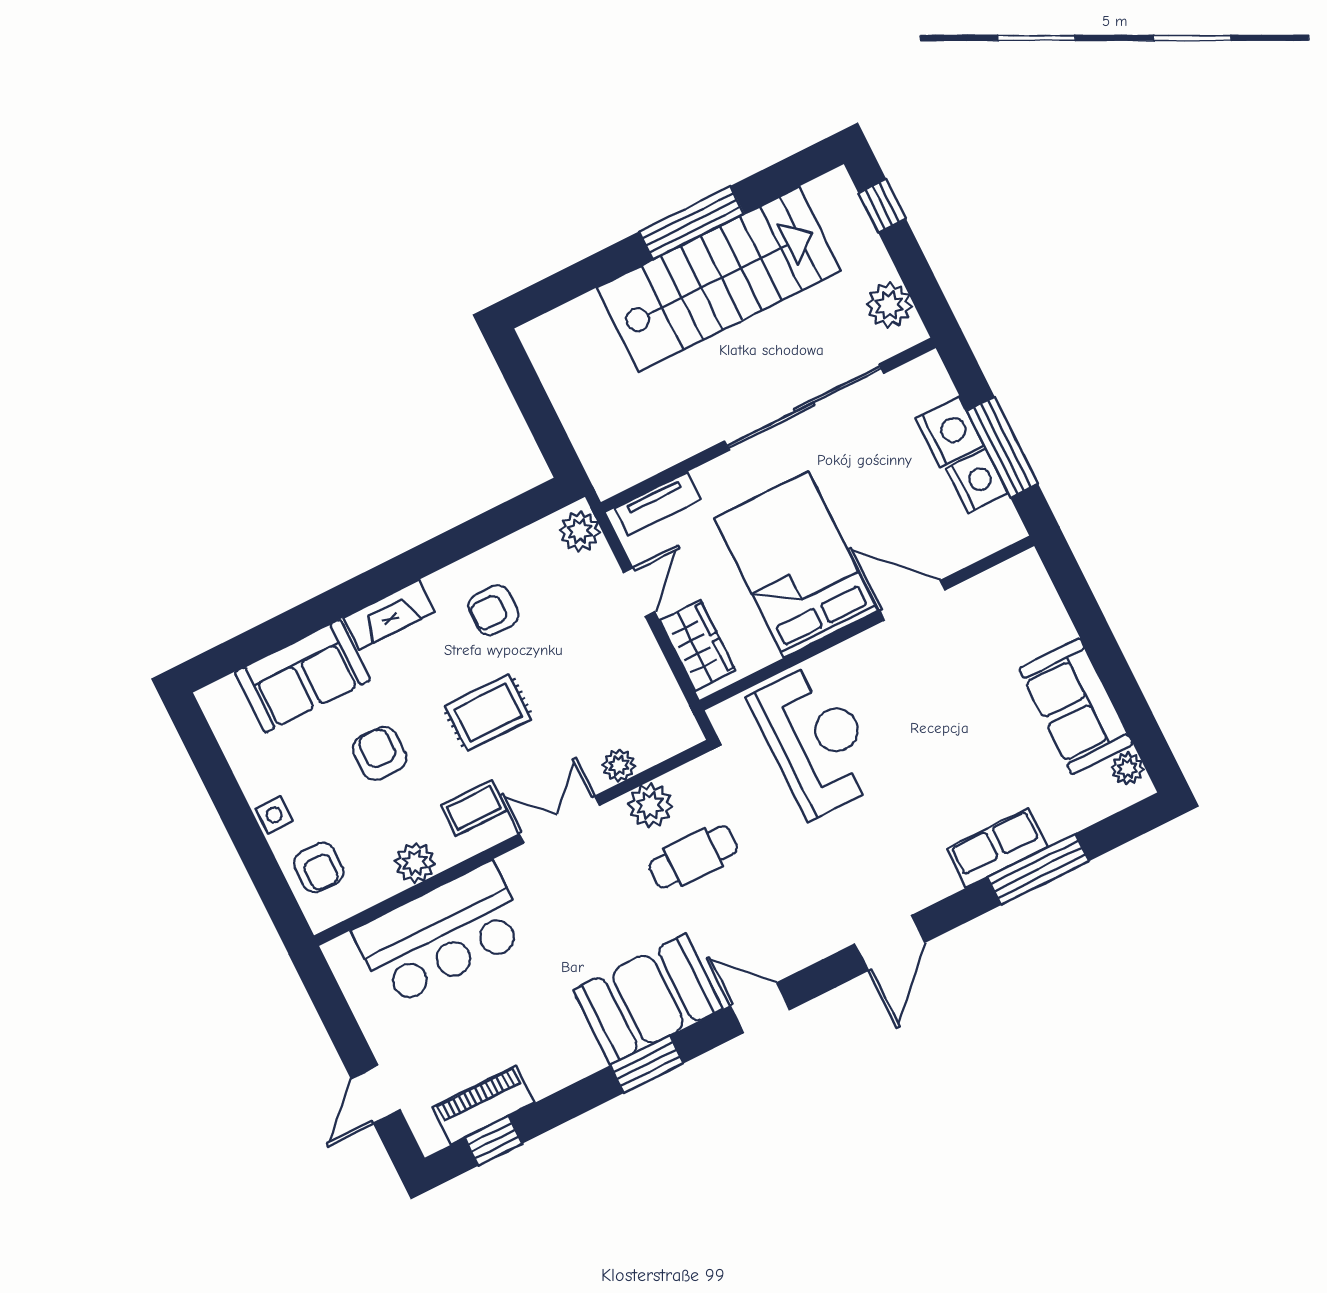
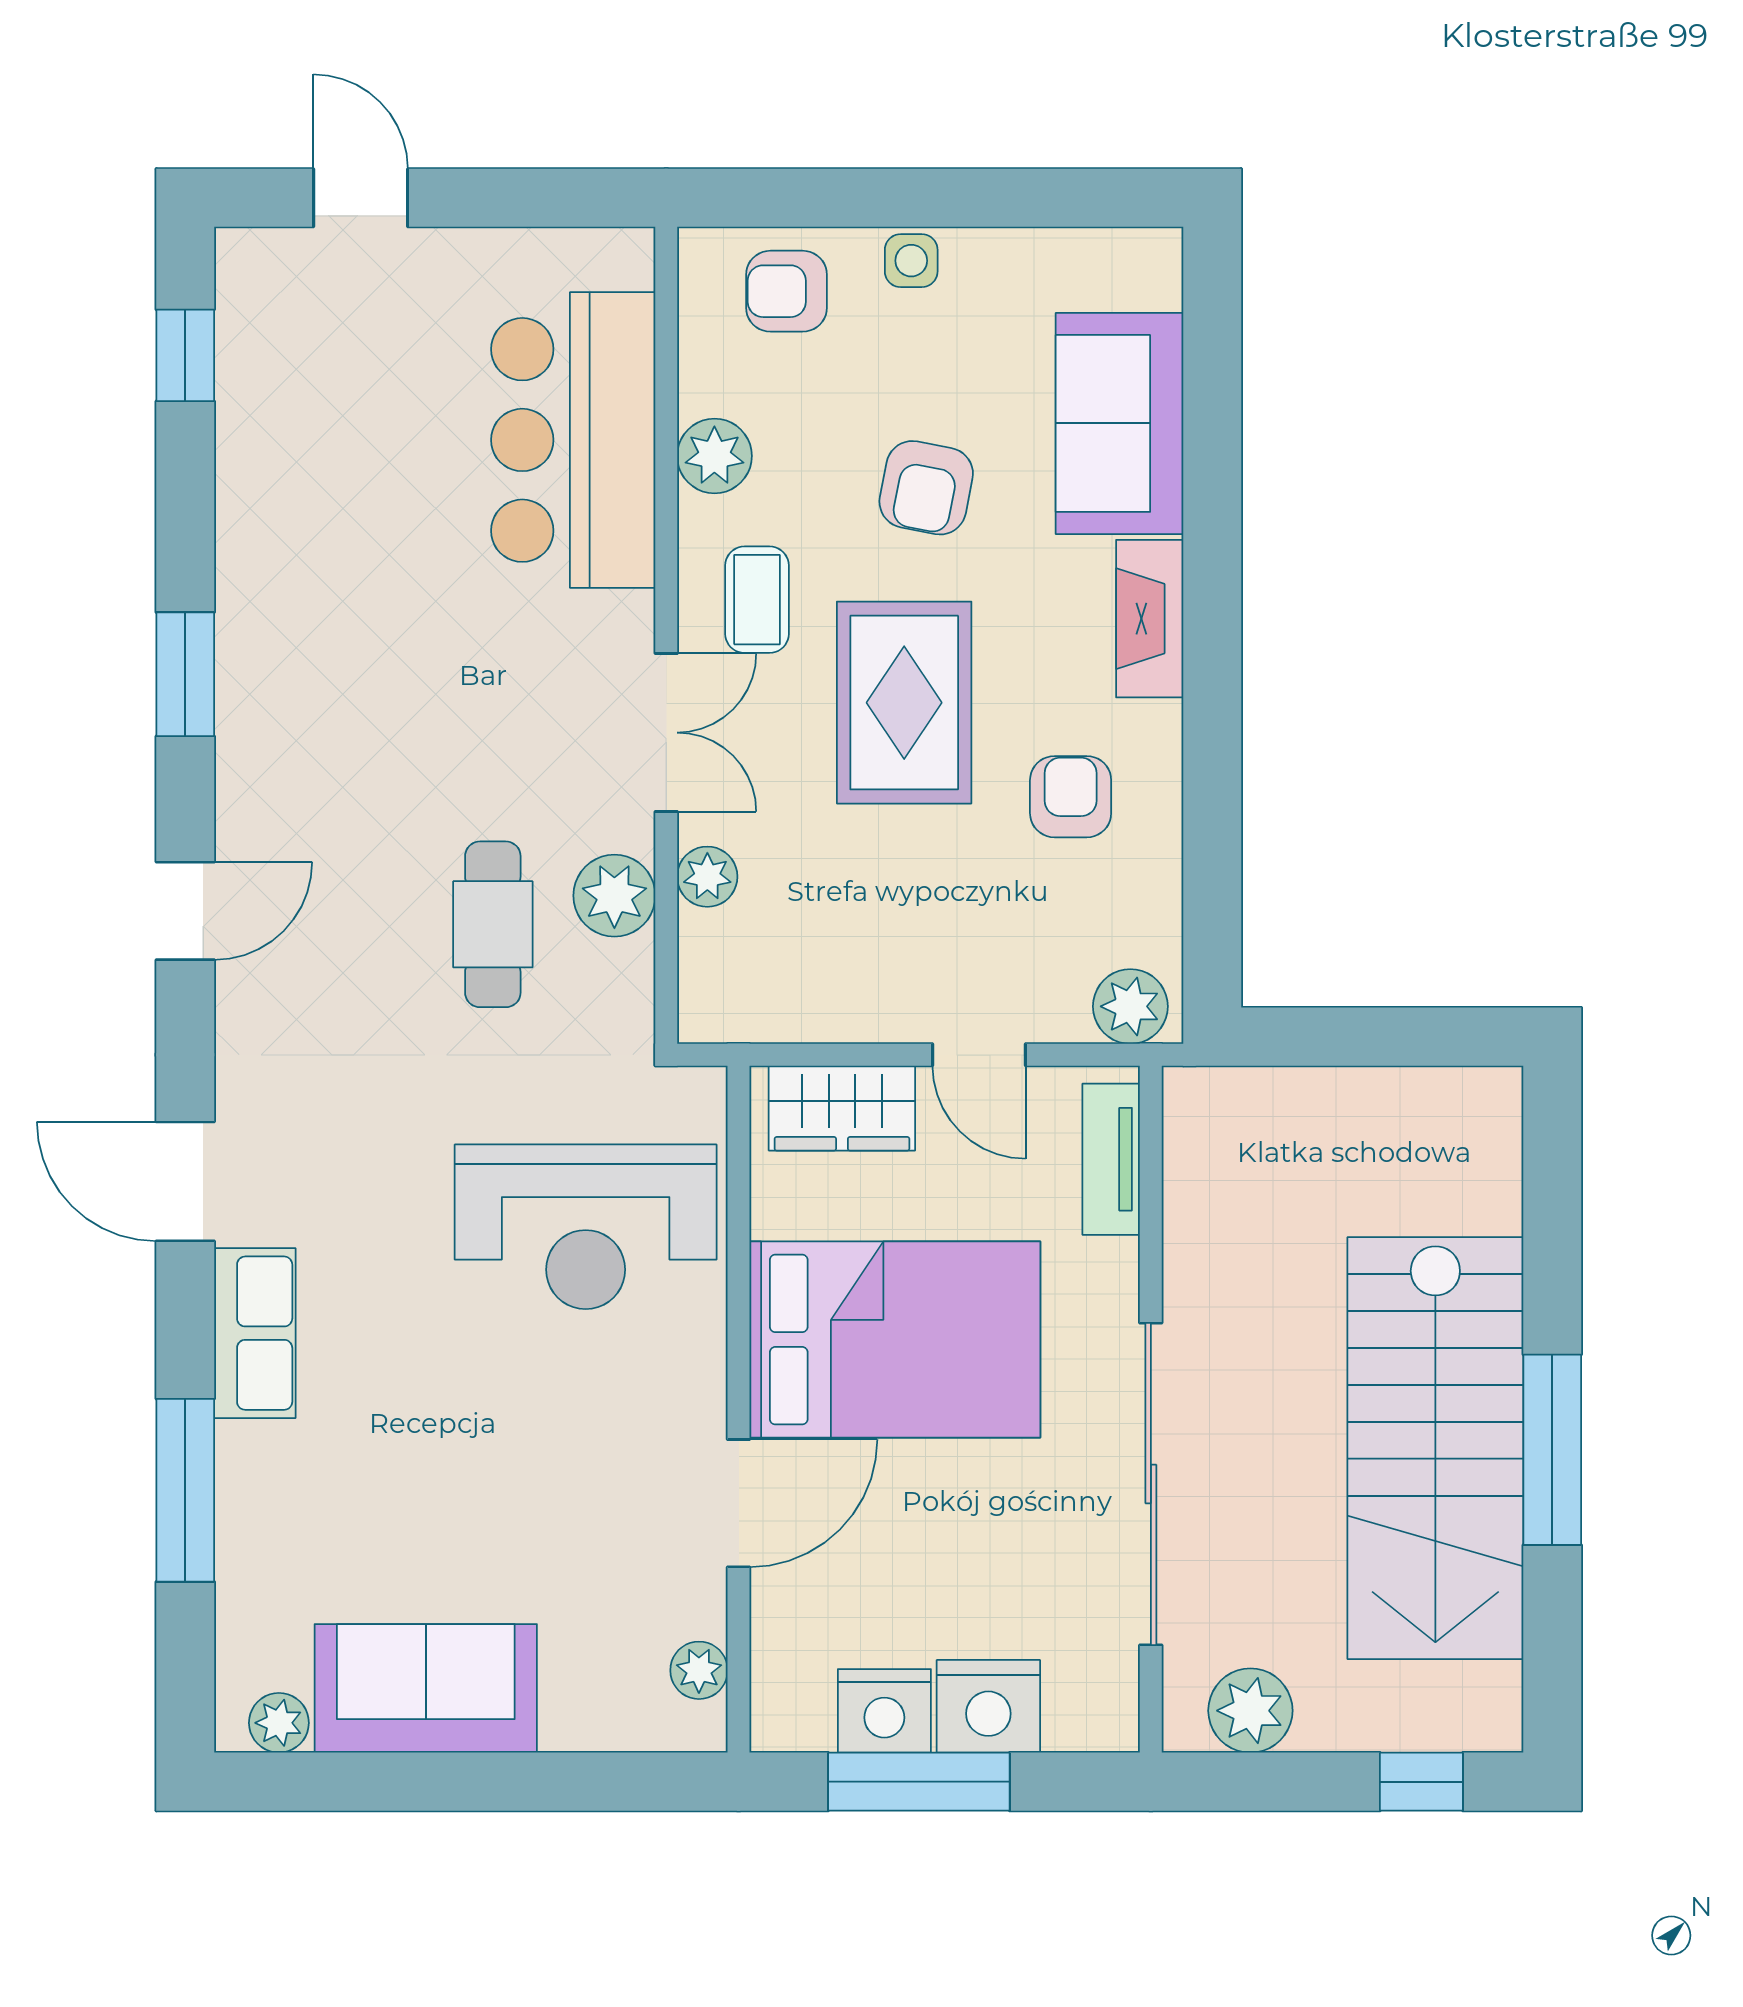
plant: (1002, 579) -> (699, 1670), added
rug: (488, 713) -> (904, 703), width x1.36, depth x1.43
armchair: (380, 753) -> (926, 488), turned 101
row of seats: (997, 848) -> (255, 1333), moved
booth: (648, 999) -> (293, 731), removed
piano: (484, 1105) -> (253, 369), removed

